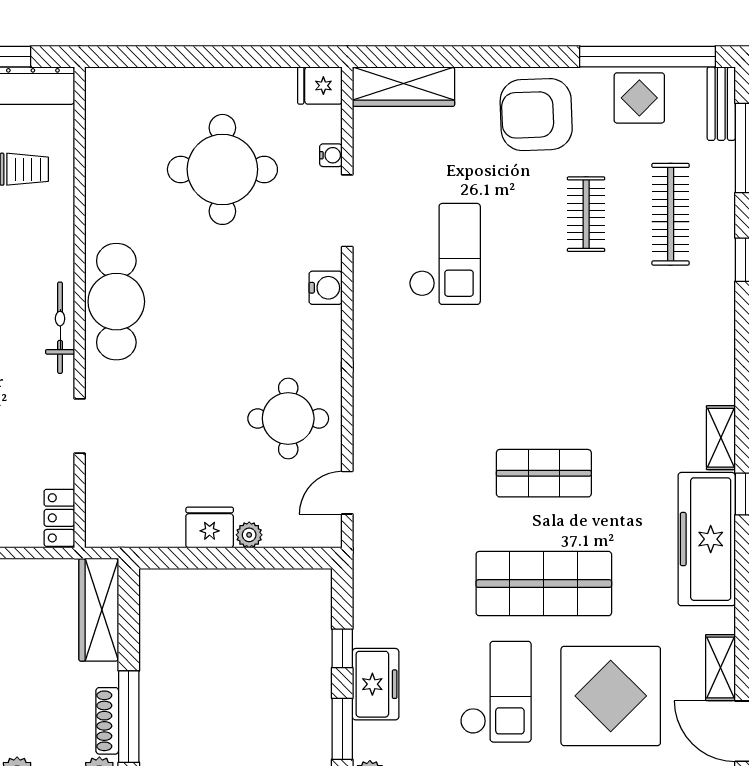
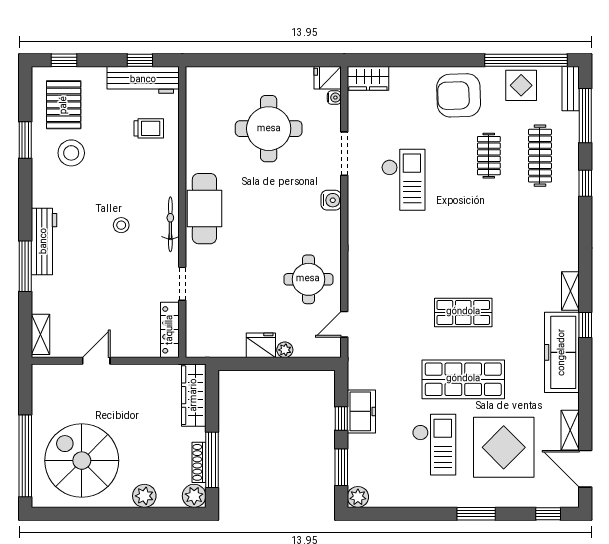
wardrobe: (404, 87) -> (368, 78), width x0.67
water cooler: (331, 155) -> (334, 98), moved
locker: (59, 518) -> (170, 330), width x1.53
freezer: (376, 684) -> (361, 411), moved

